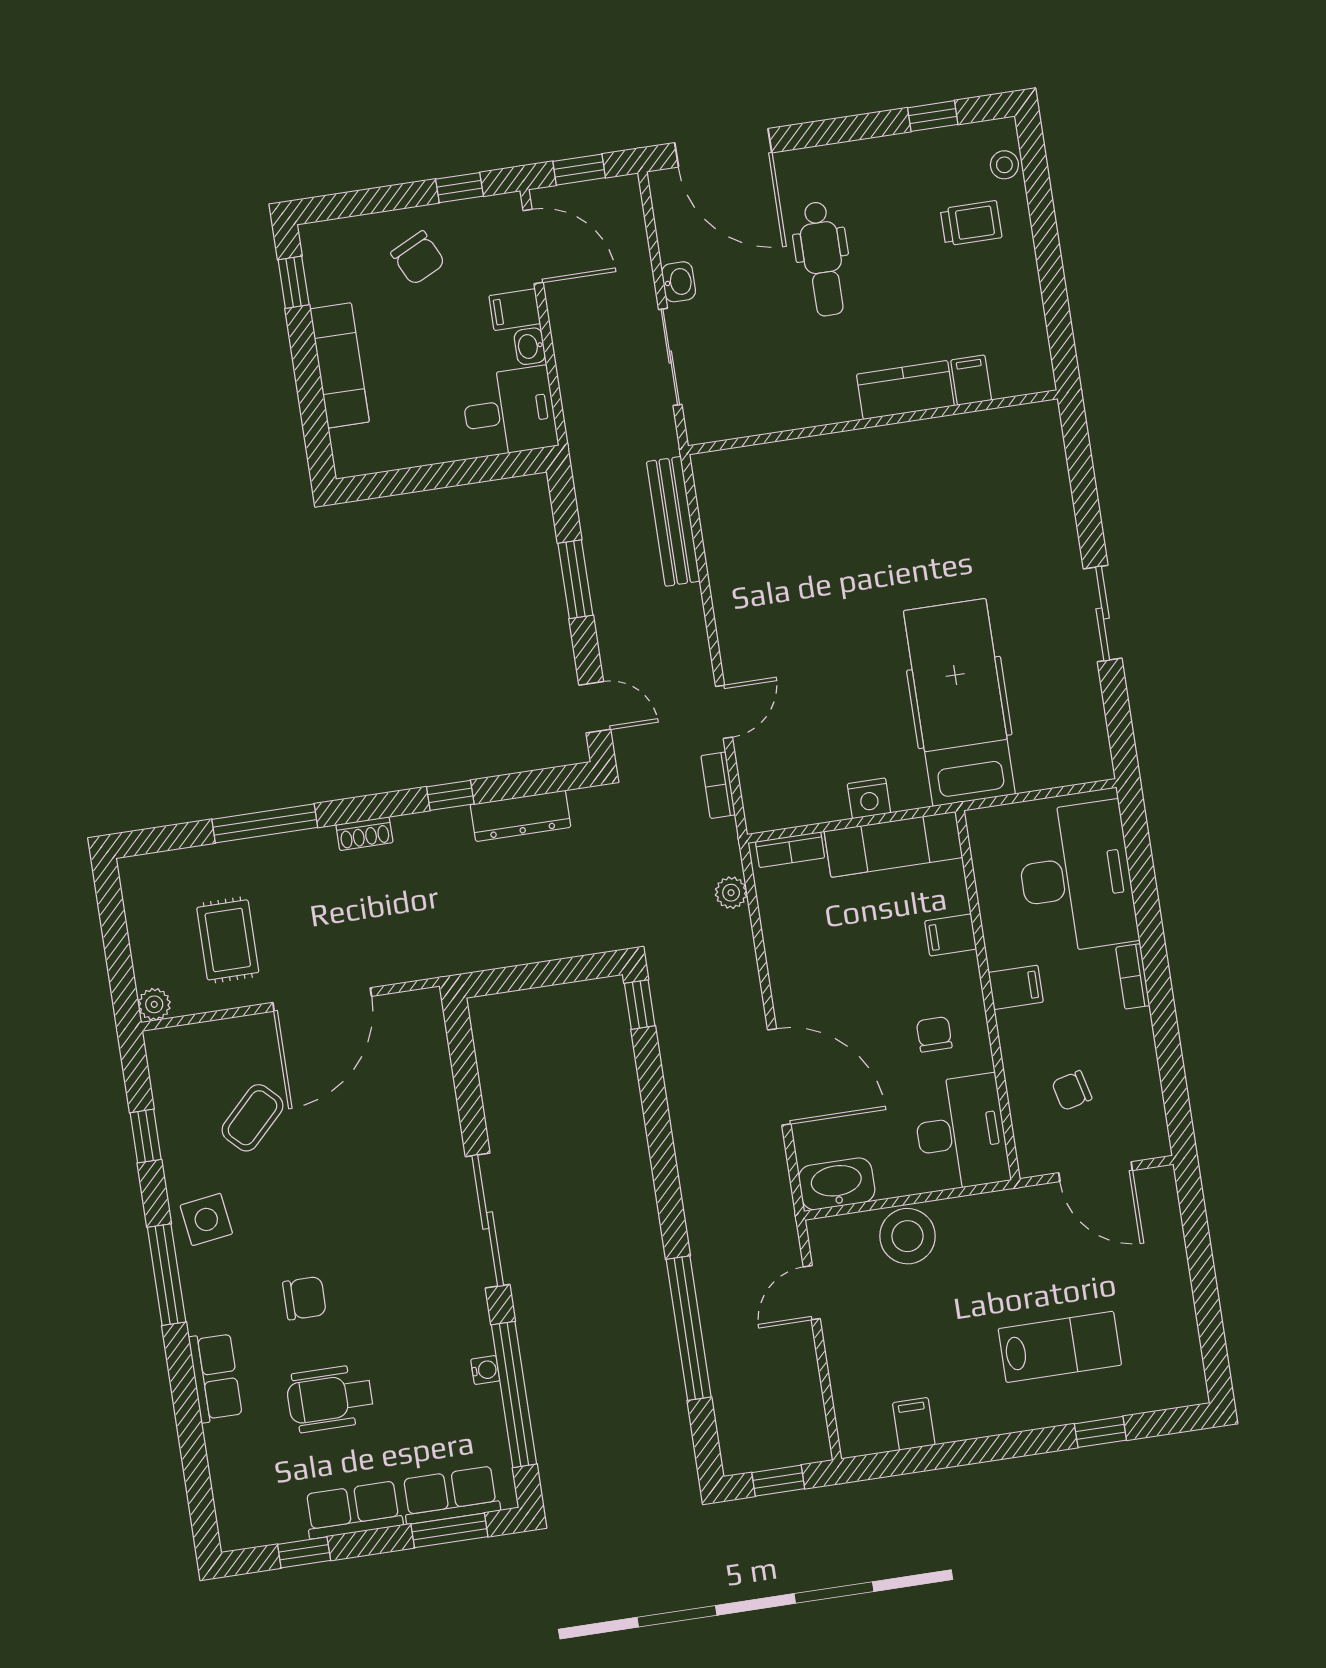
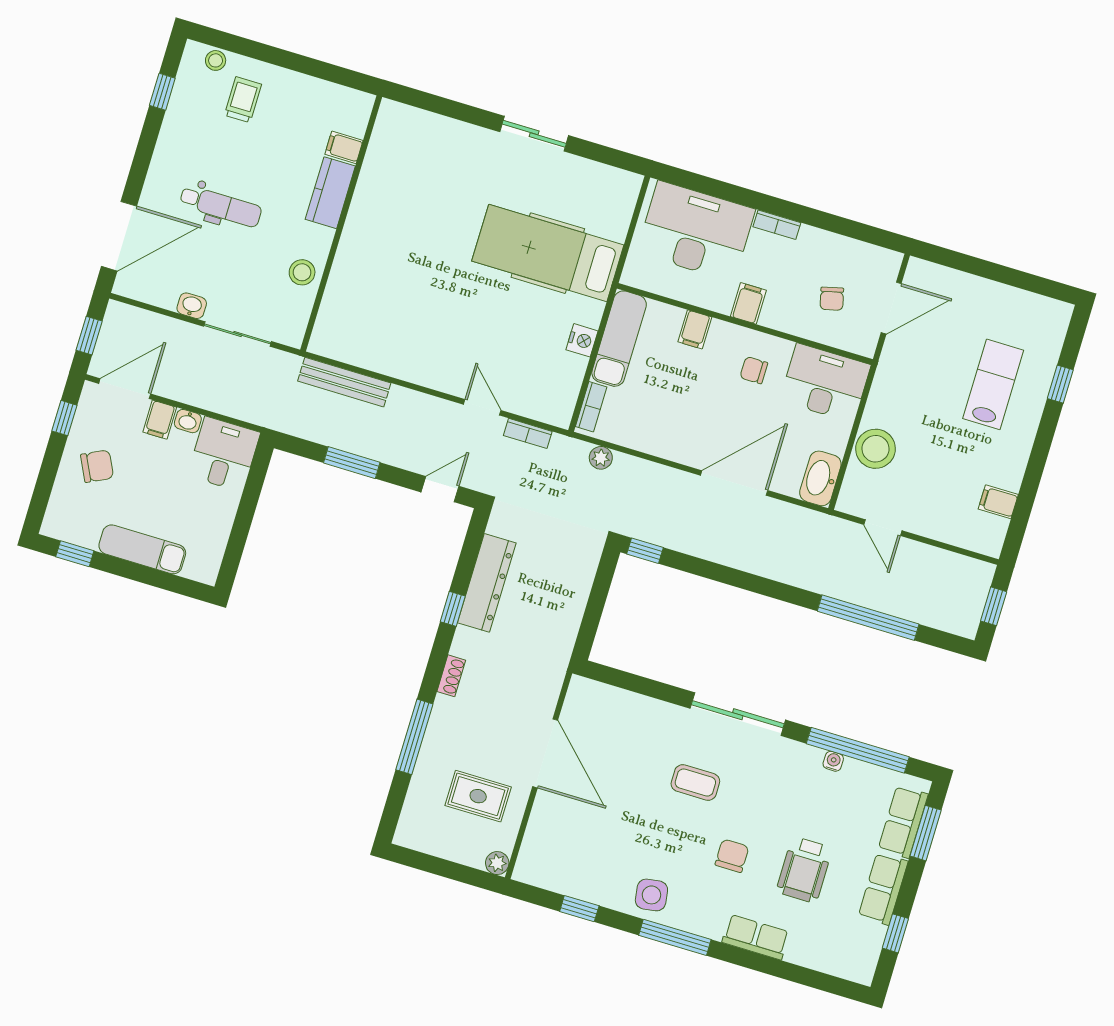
stool: (787, 402) -> (302, 272), added
dresser: (521, 816) -> (487, 583), width x1.37, depth x1.24
coffee table: (253, 1118) -> (695, 782), moved, turned -45

